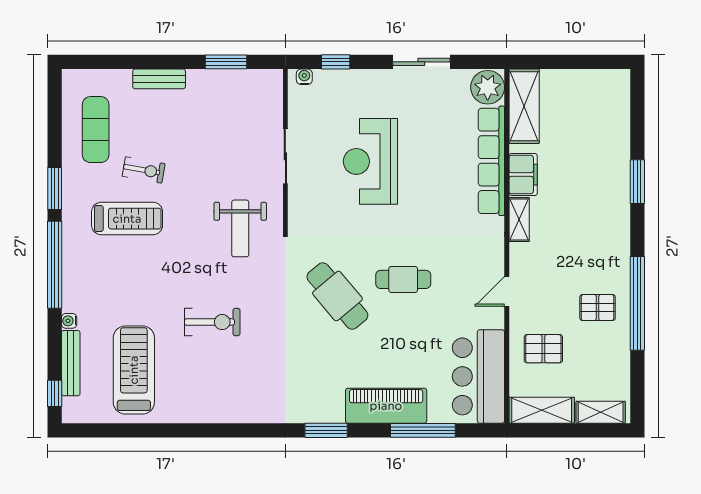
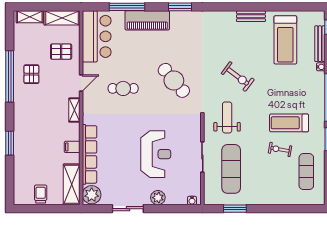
window: (336, 62) -> (175, 209), removed
bench: (159, 79) -> (251, 16), moved
plant: (367, 82) -> (158, 198), added
trolley: (581, 89) -> (41, 194), added
exercise mat: (233, 134) -> (231, 169), added
filing cabinet: (523, 175) -> (72, 147), width x0.50
shelving: (519, 220) -> (74, 110), moved
cafe table: (403, 279) -> (123, 88), moved
pallet: (598, 308) -> (31, 74), turned 90
exercise bike: (212, 322) -> (238, 76), moved, turned -143

